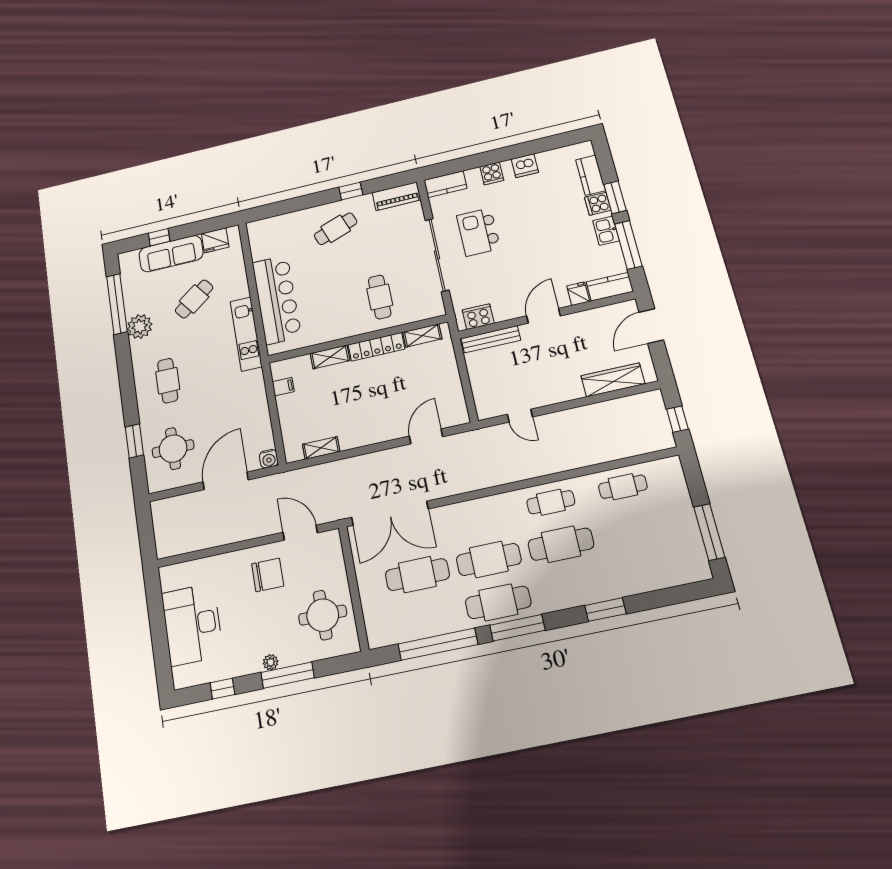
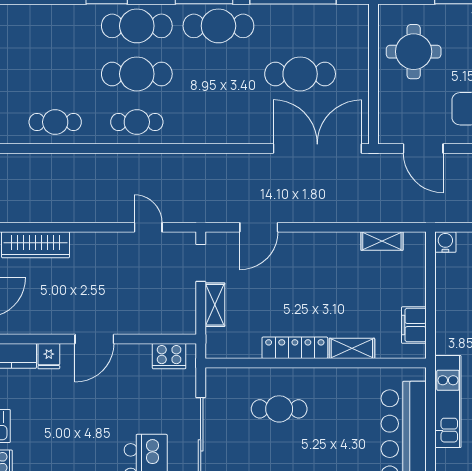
cafe table: (380, 297) -> (279, 409), turned 90
shelving: (422, 335) -> (215, 305), moved, turned 90
bench: (491, 339) -> (161, 325), removed
filing cabinet: (283, 387) -> (414, 325), width x2.00
doorway: (469, 396) -> (201, 263), added
cafe table: (489, 559) -> (137, 26), moved

